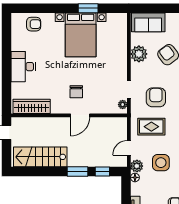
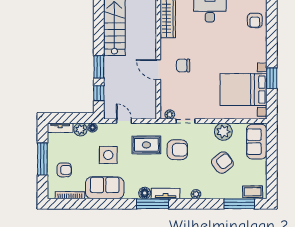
bed with nightstands: (81, 35) -> (244, 90), moved
rug: (151, 127) -> (146, 145), turned 90
plant: (137, 166) -> (80, 129), moved

